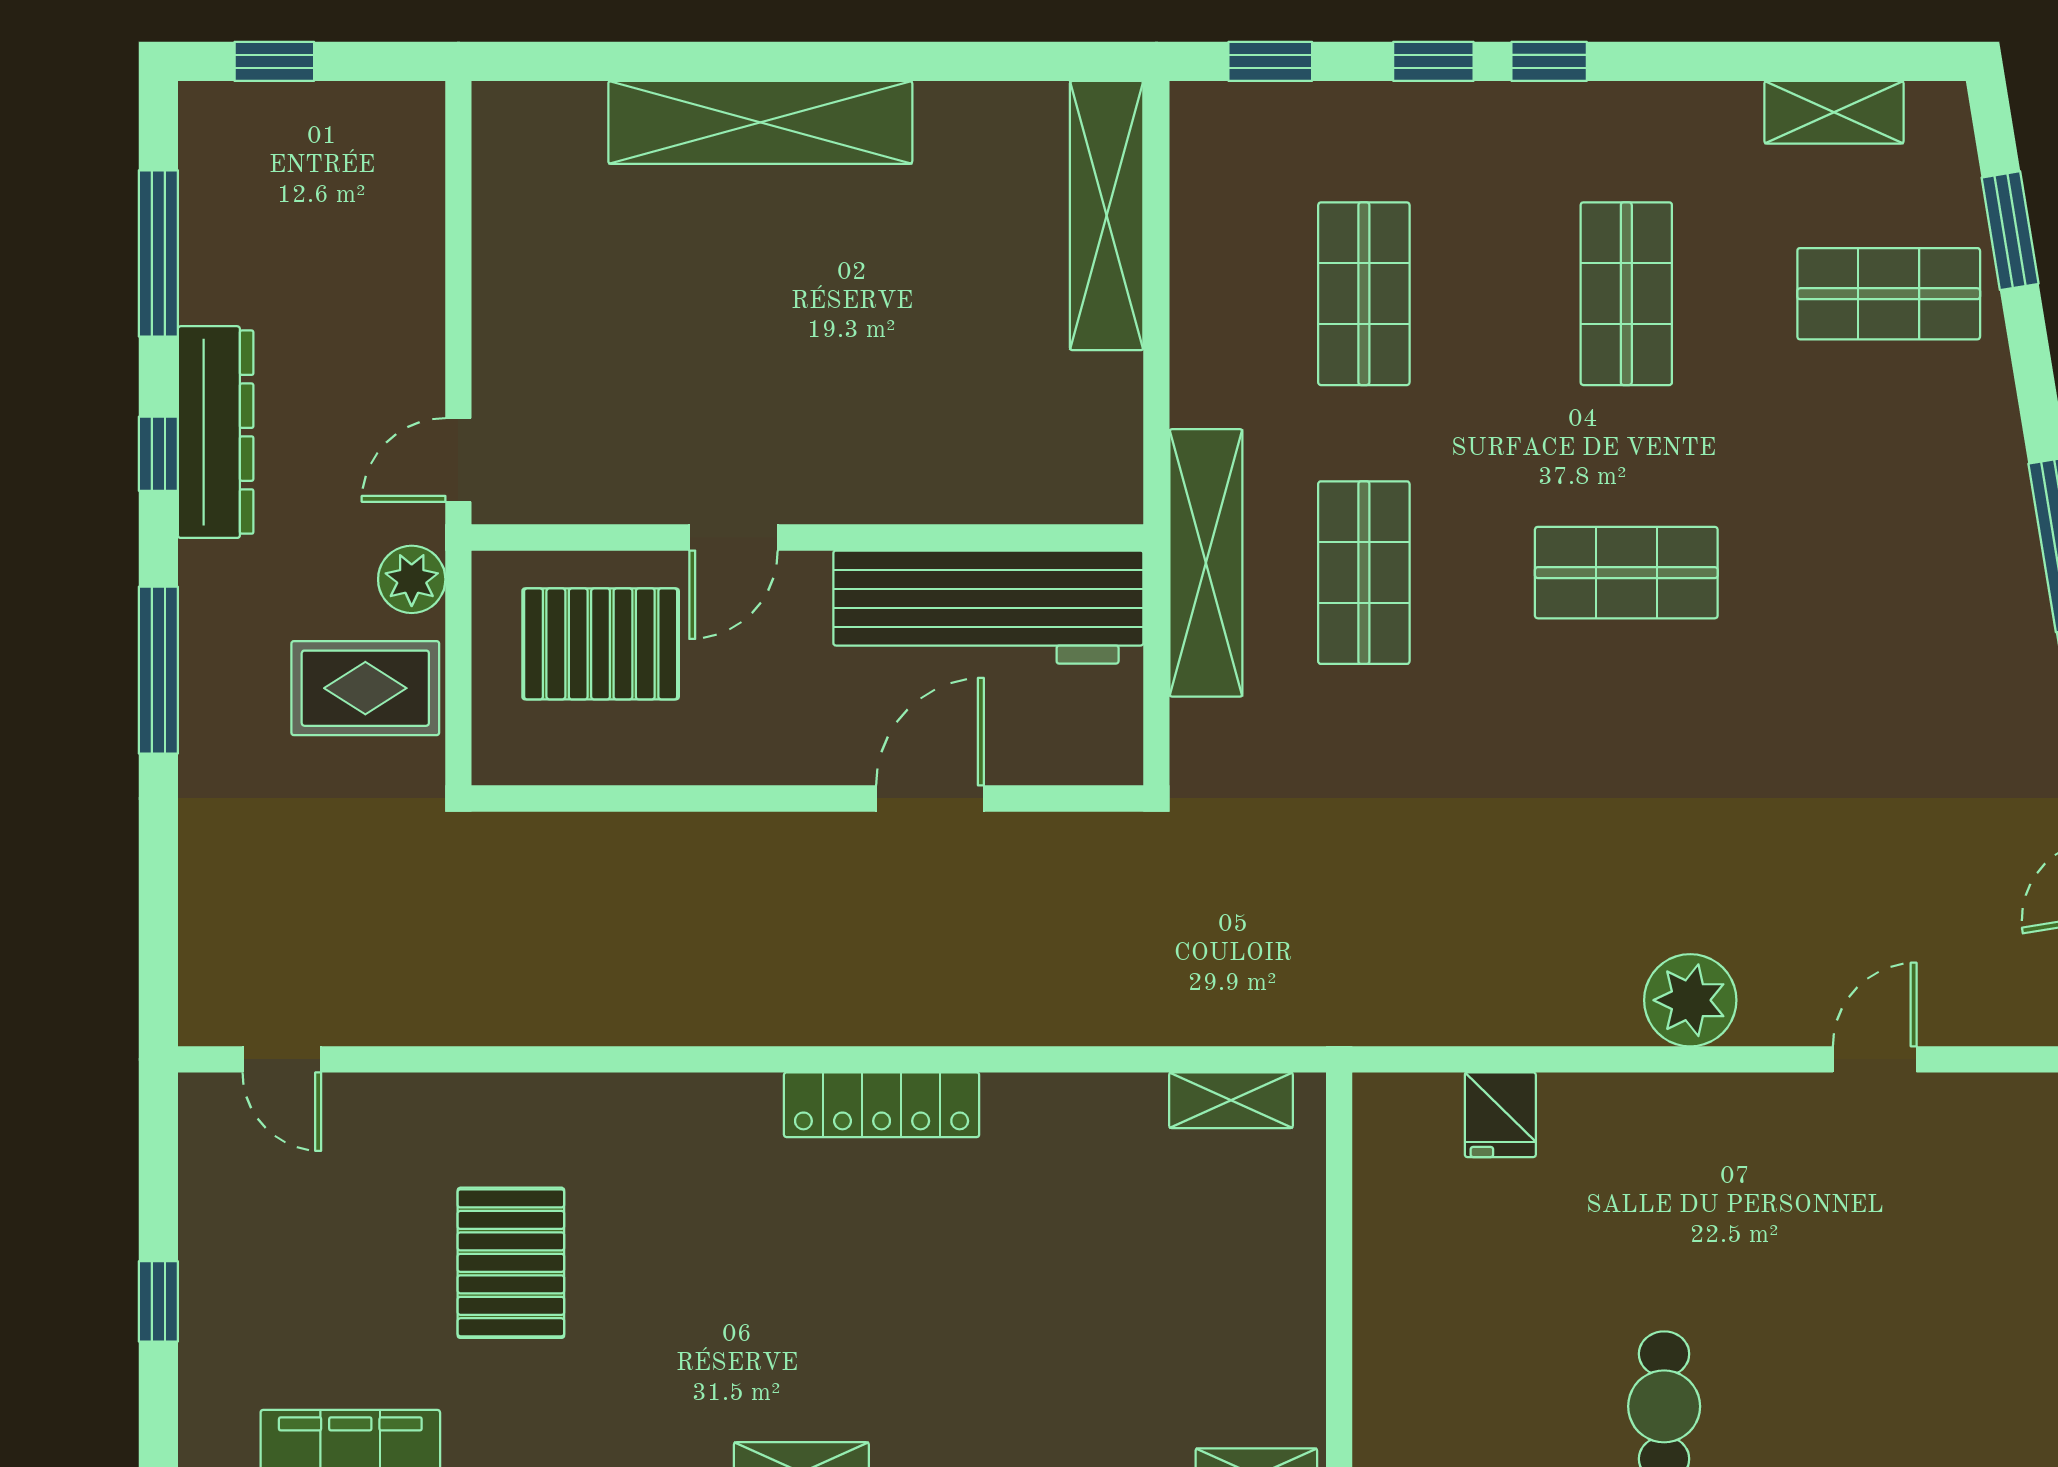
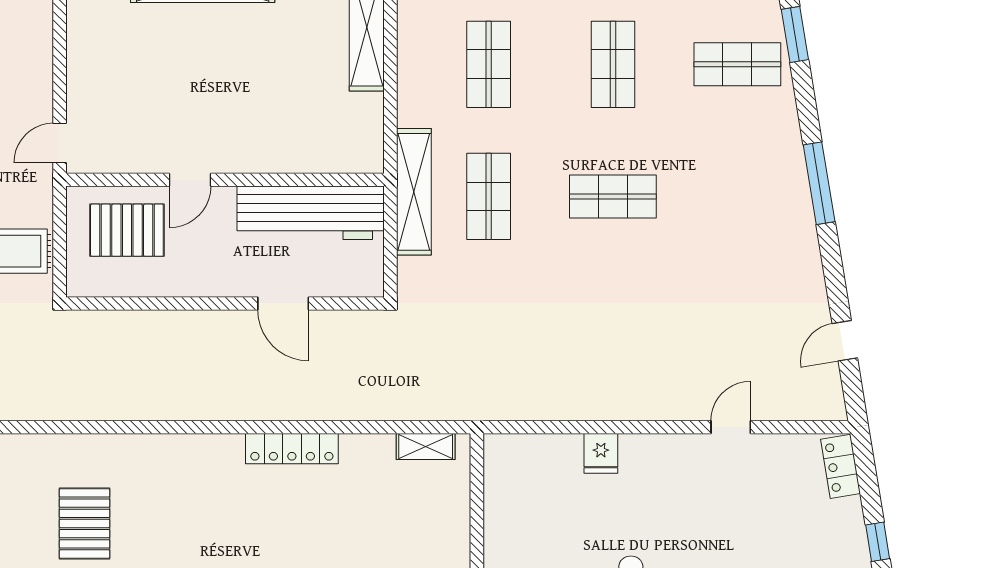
plant: (412, 579) -> (37, 200), removed
door: (930, 798) -> (283, 303), swing flipped
plant: (1690, 1000) -> (643, 399), removed
locker: (882, 1105) -> (292, 449), moved
fridge: (1500, 1115) -> (601, 453), moved

